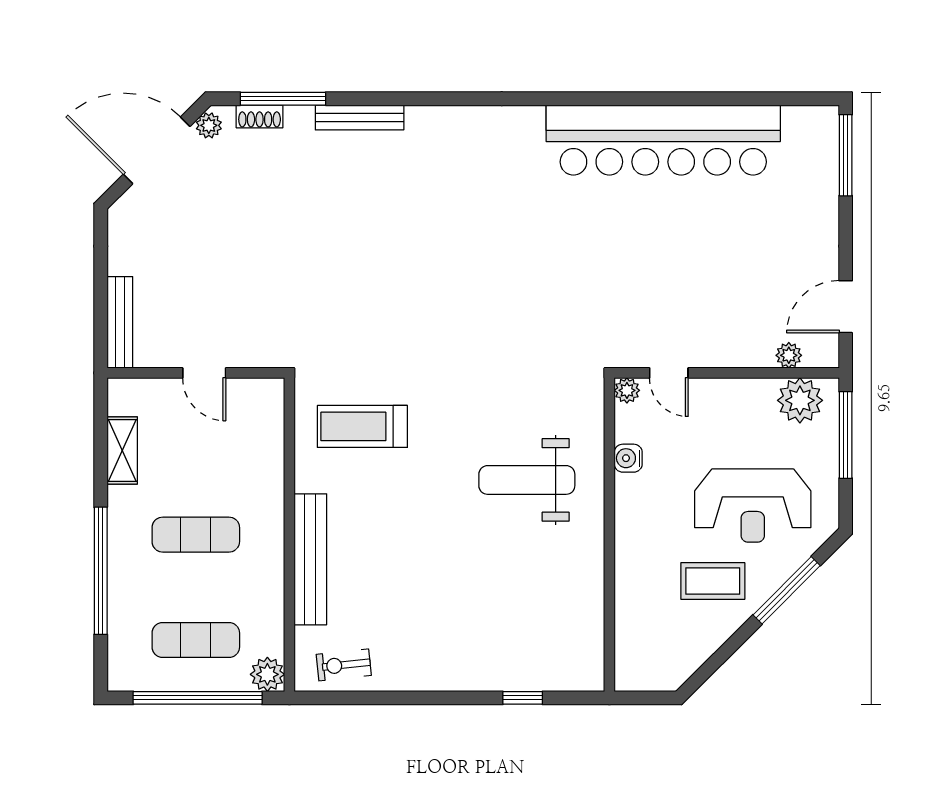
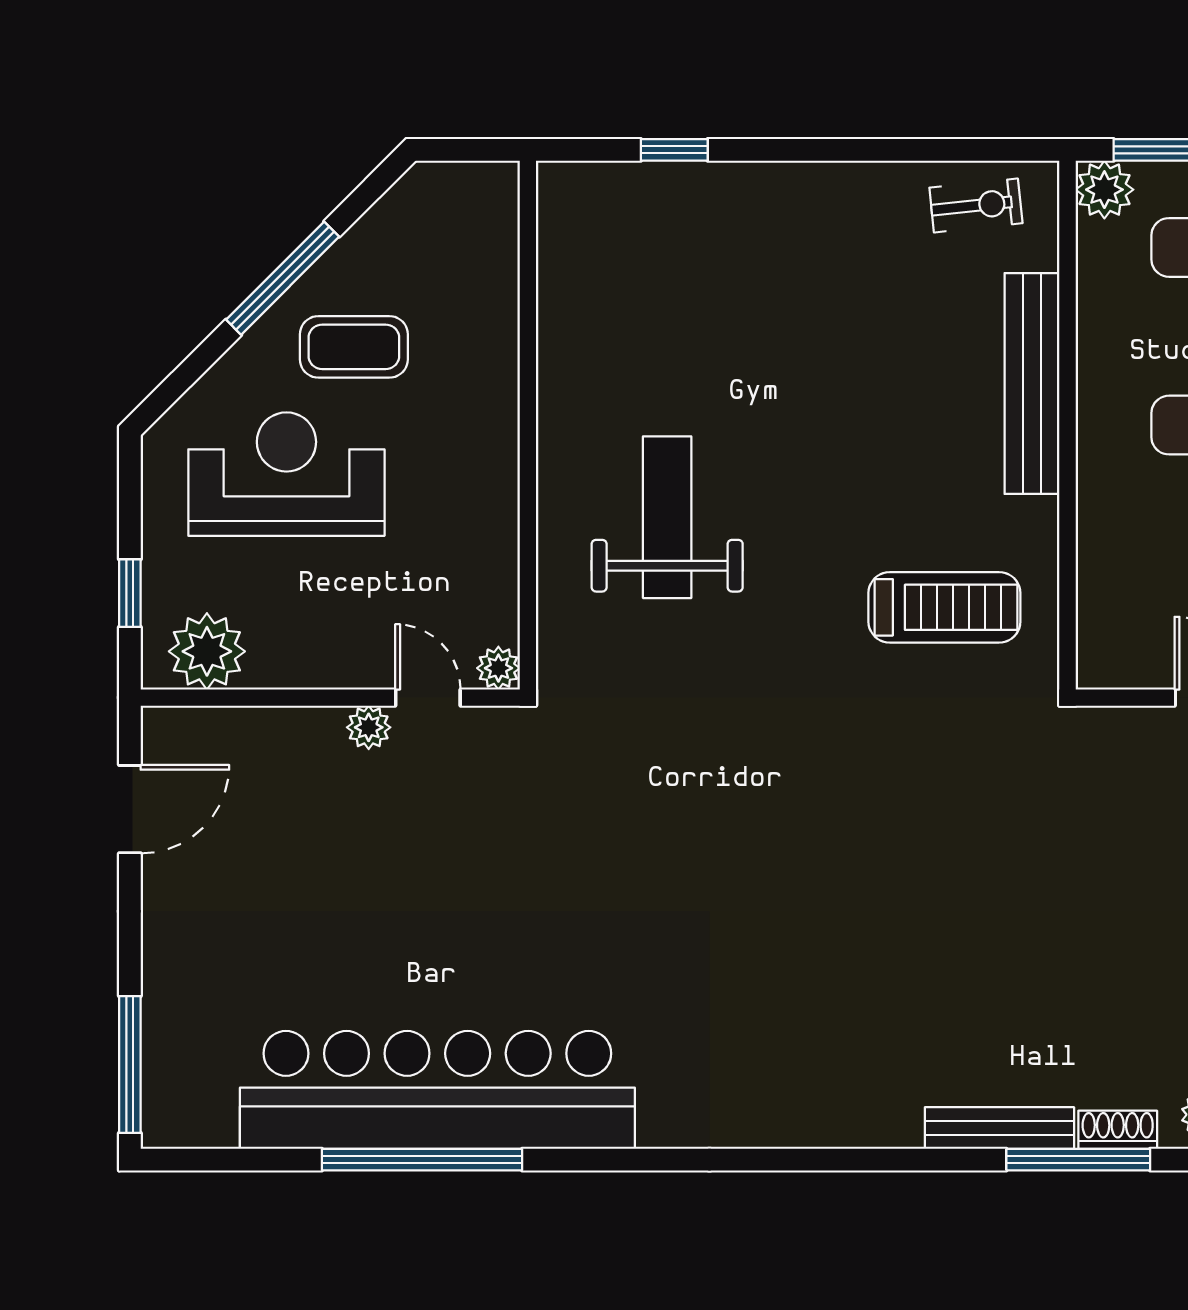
window: (672, 99) -> (422, 1160), added
bench: (360, 117) -> (999, 1128), moved
plant: (789, 355) -> (369, 727), moved
window: (846, 435) -> (130, 593), width x0.46
water cooler: (628, 458) -> (496, 554), removed
weight bench: (527, 480) -> (667, 517), turned -90
window: (787, 590) -> (283, 278), moved

